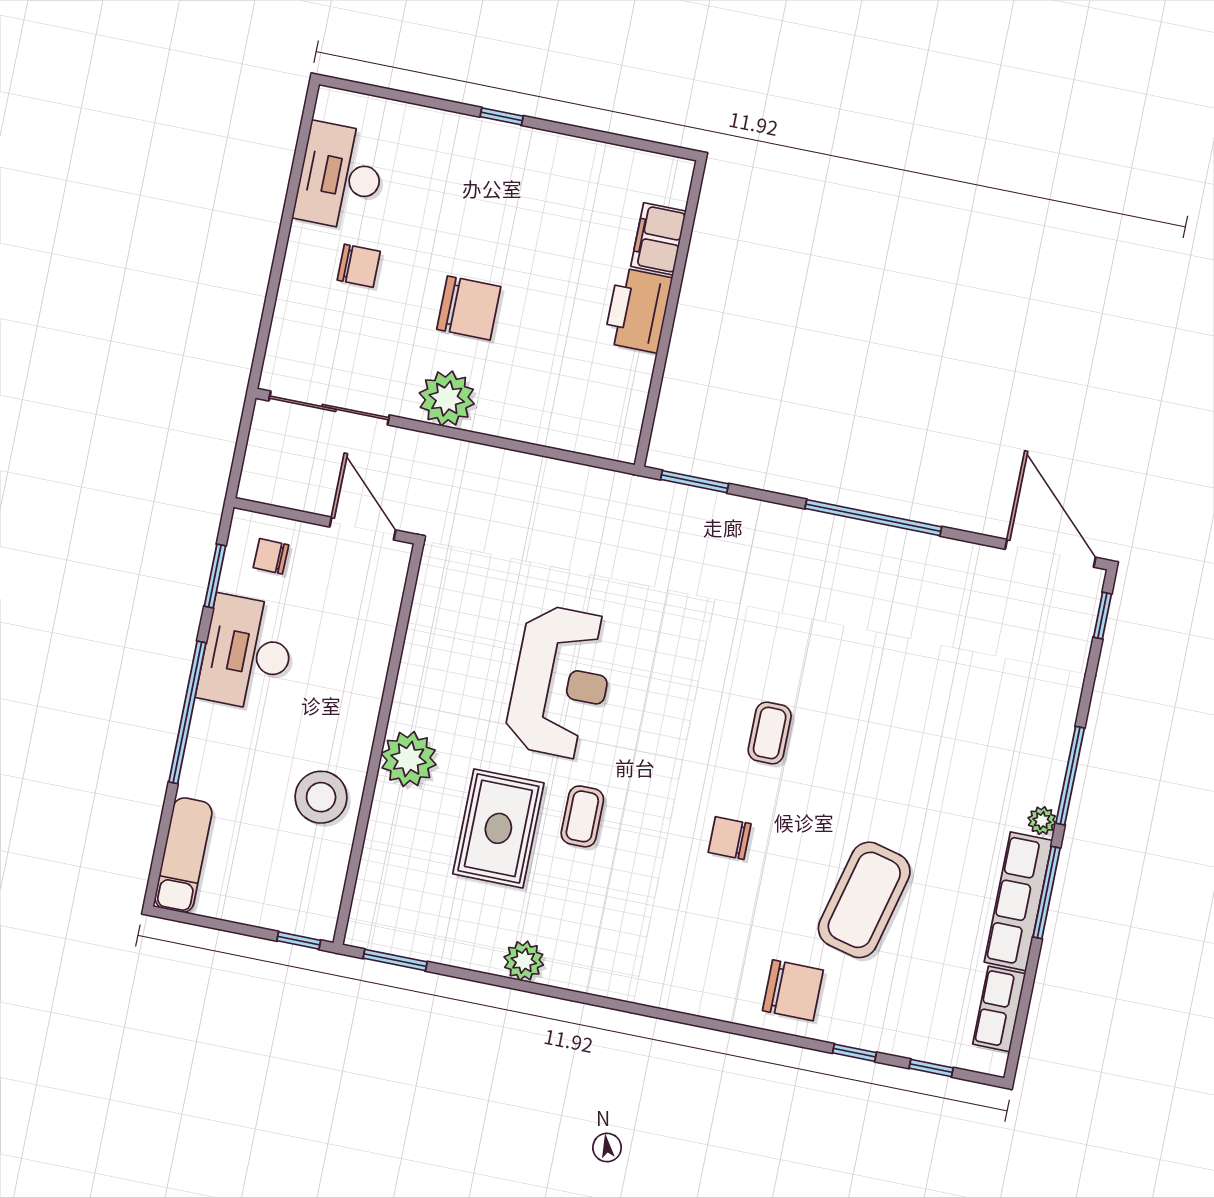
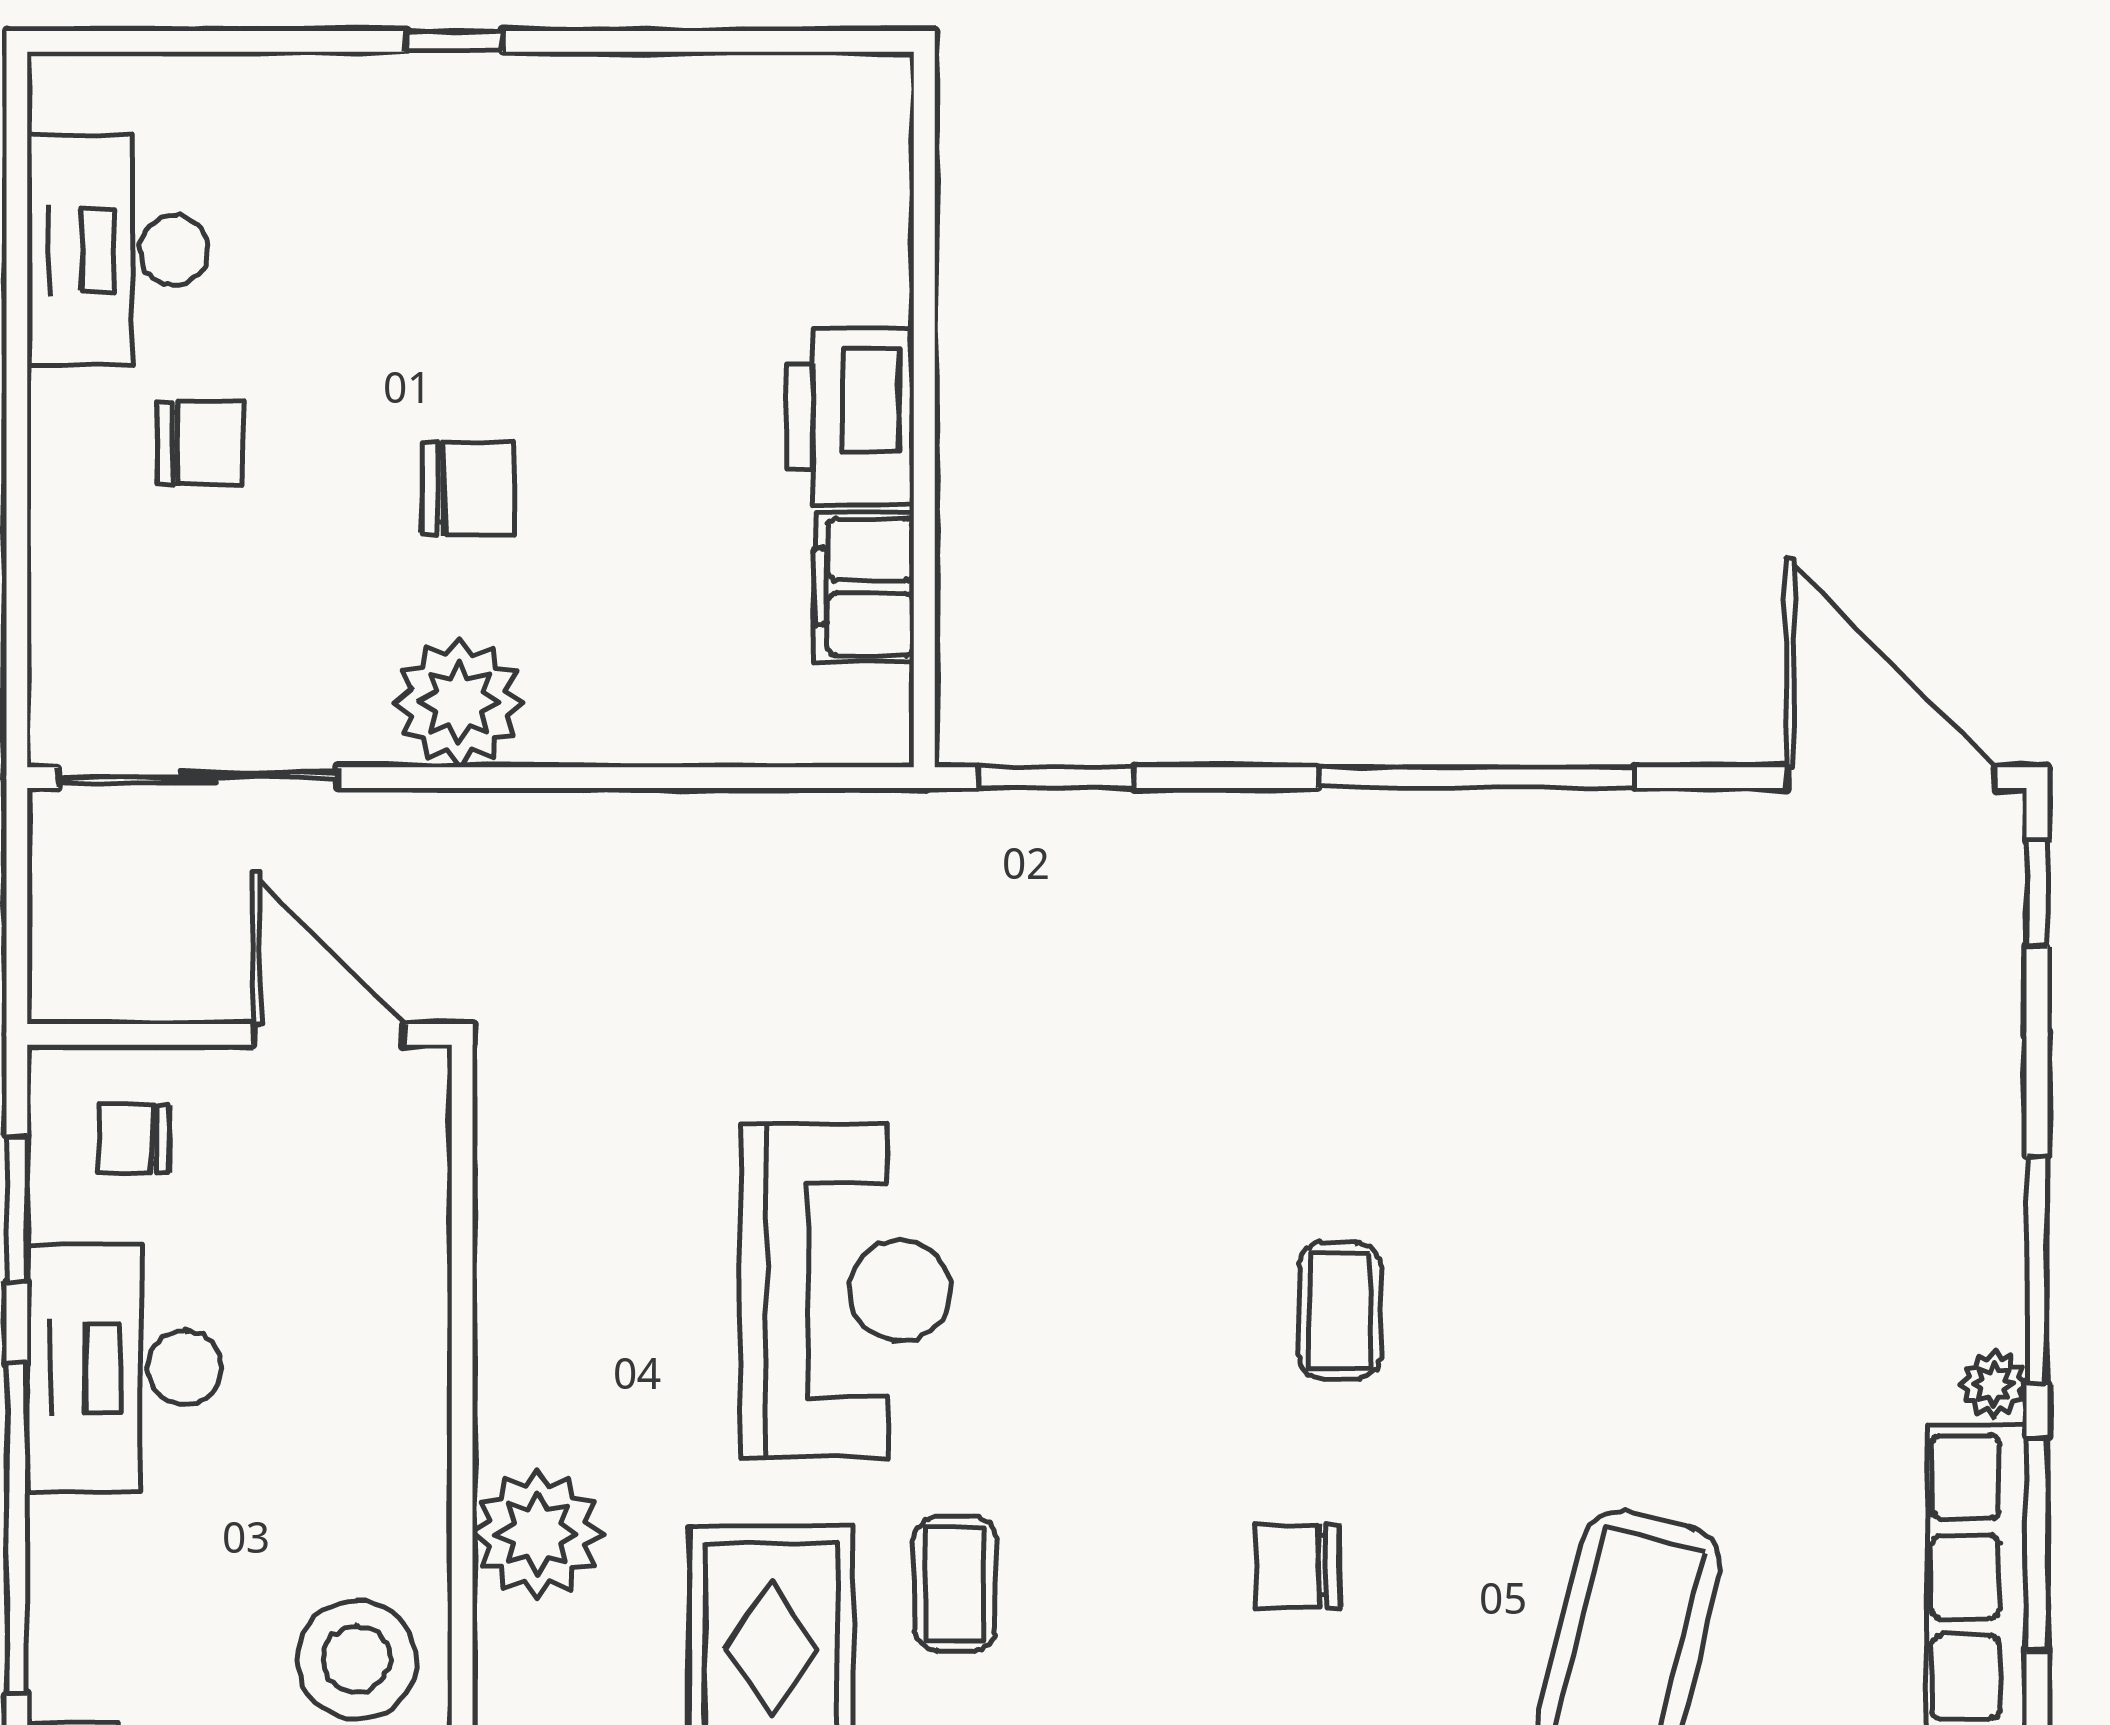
filing cabinet: (658, 239) -> (864, 587), moved
chair: (469, 308) -> (468, 489), width x0.73, depth x0.73

